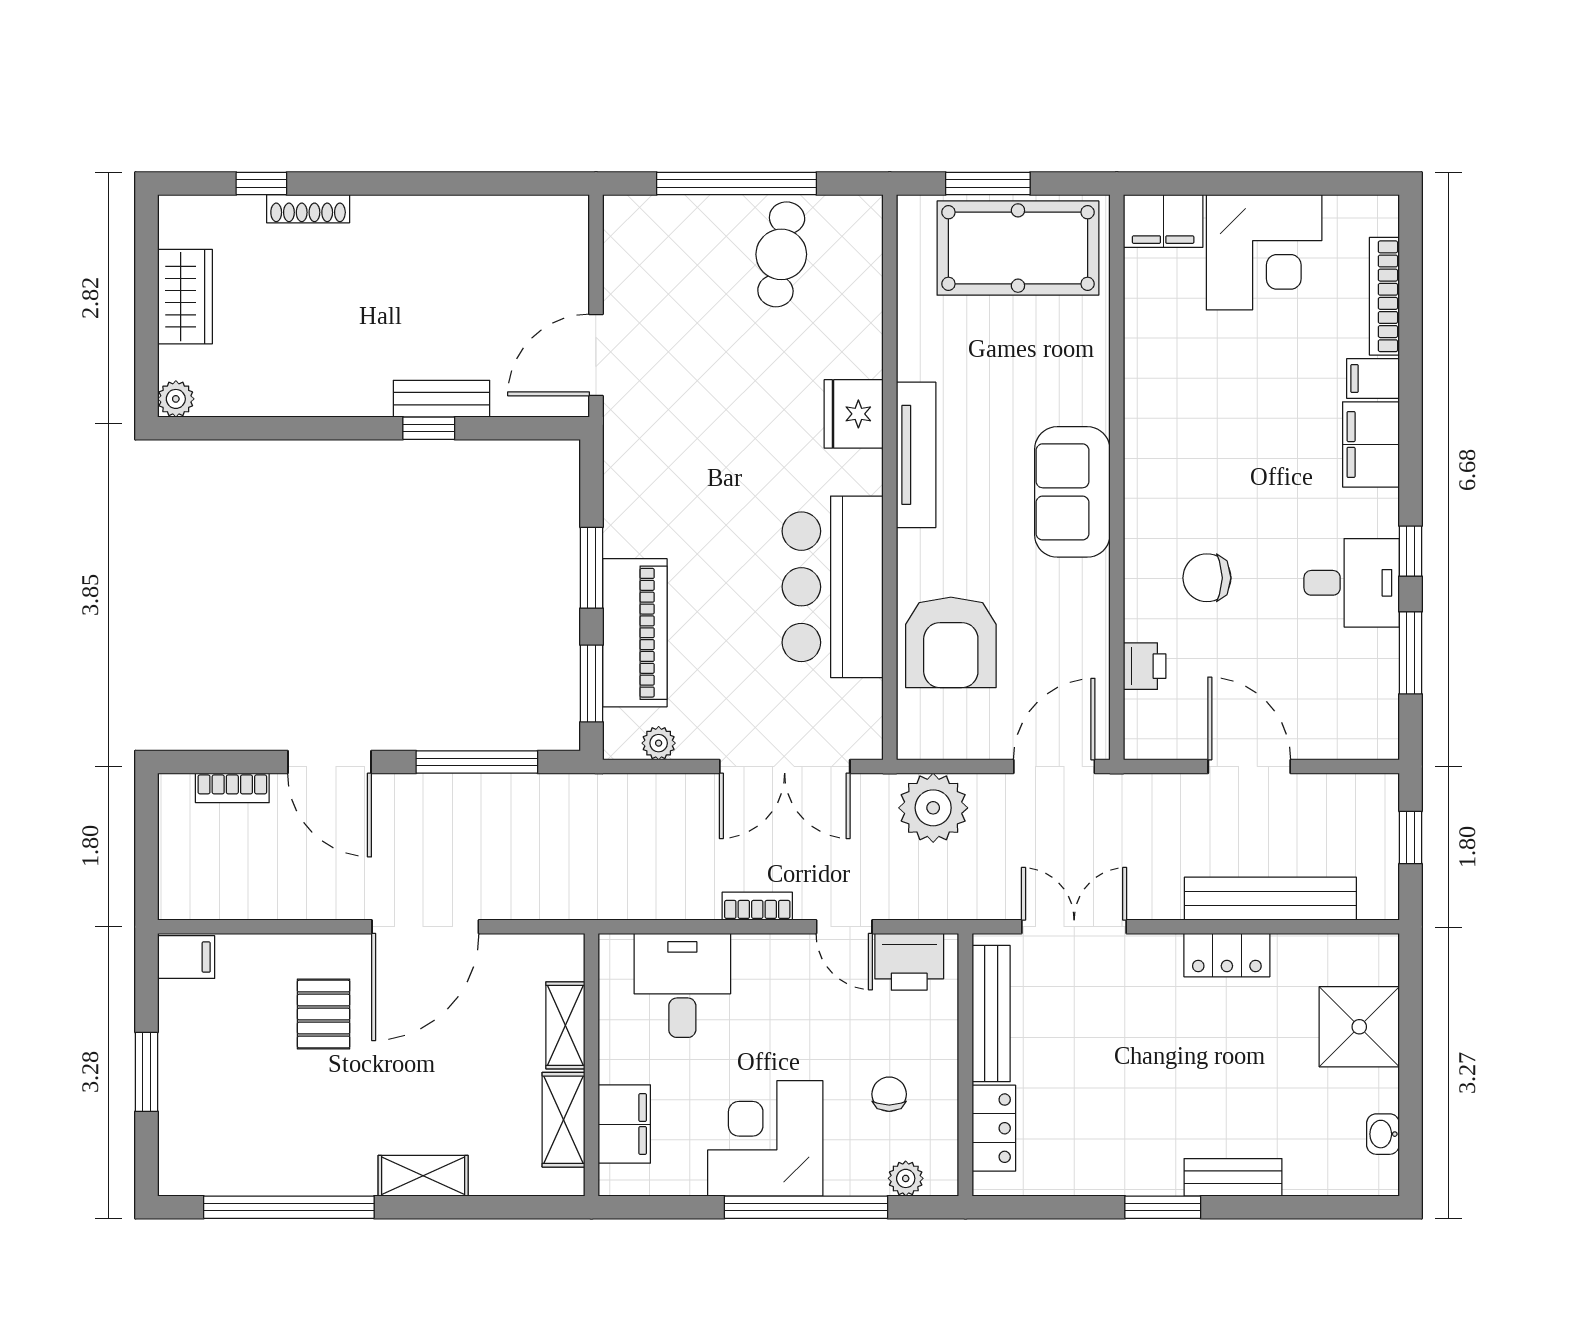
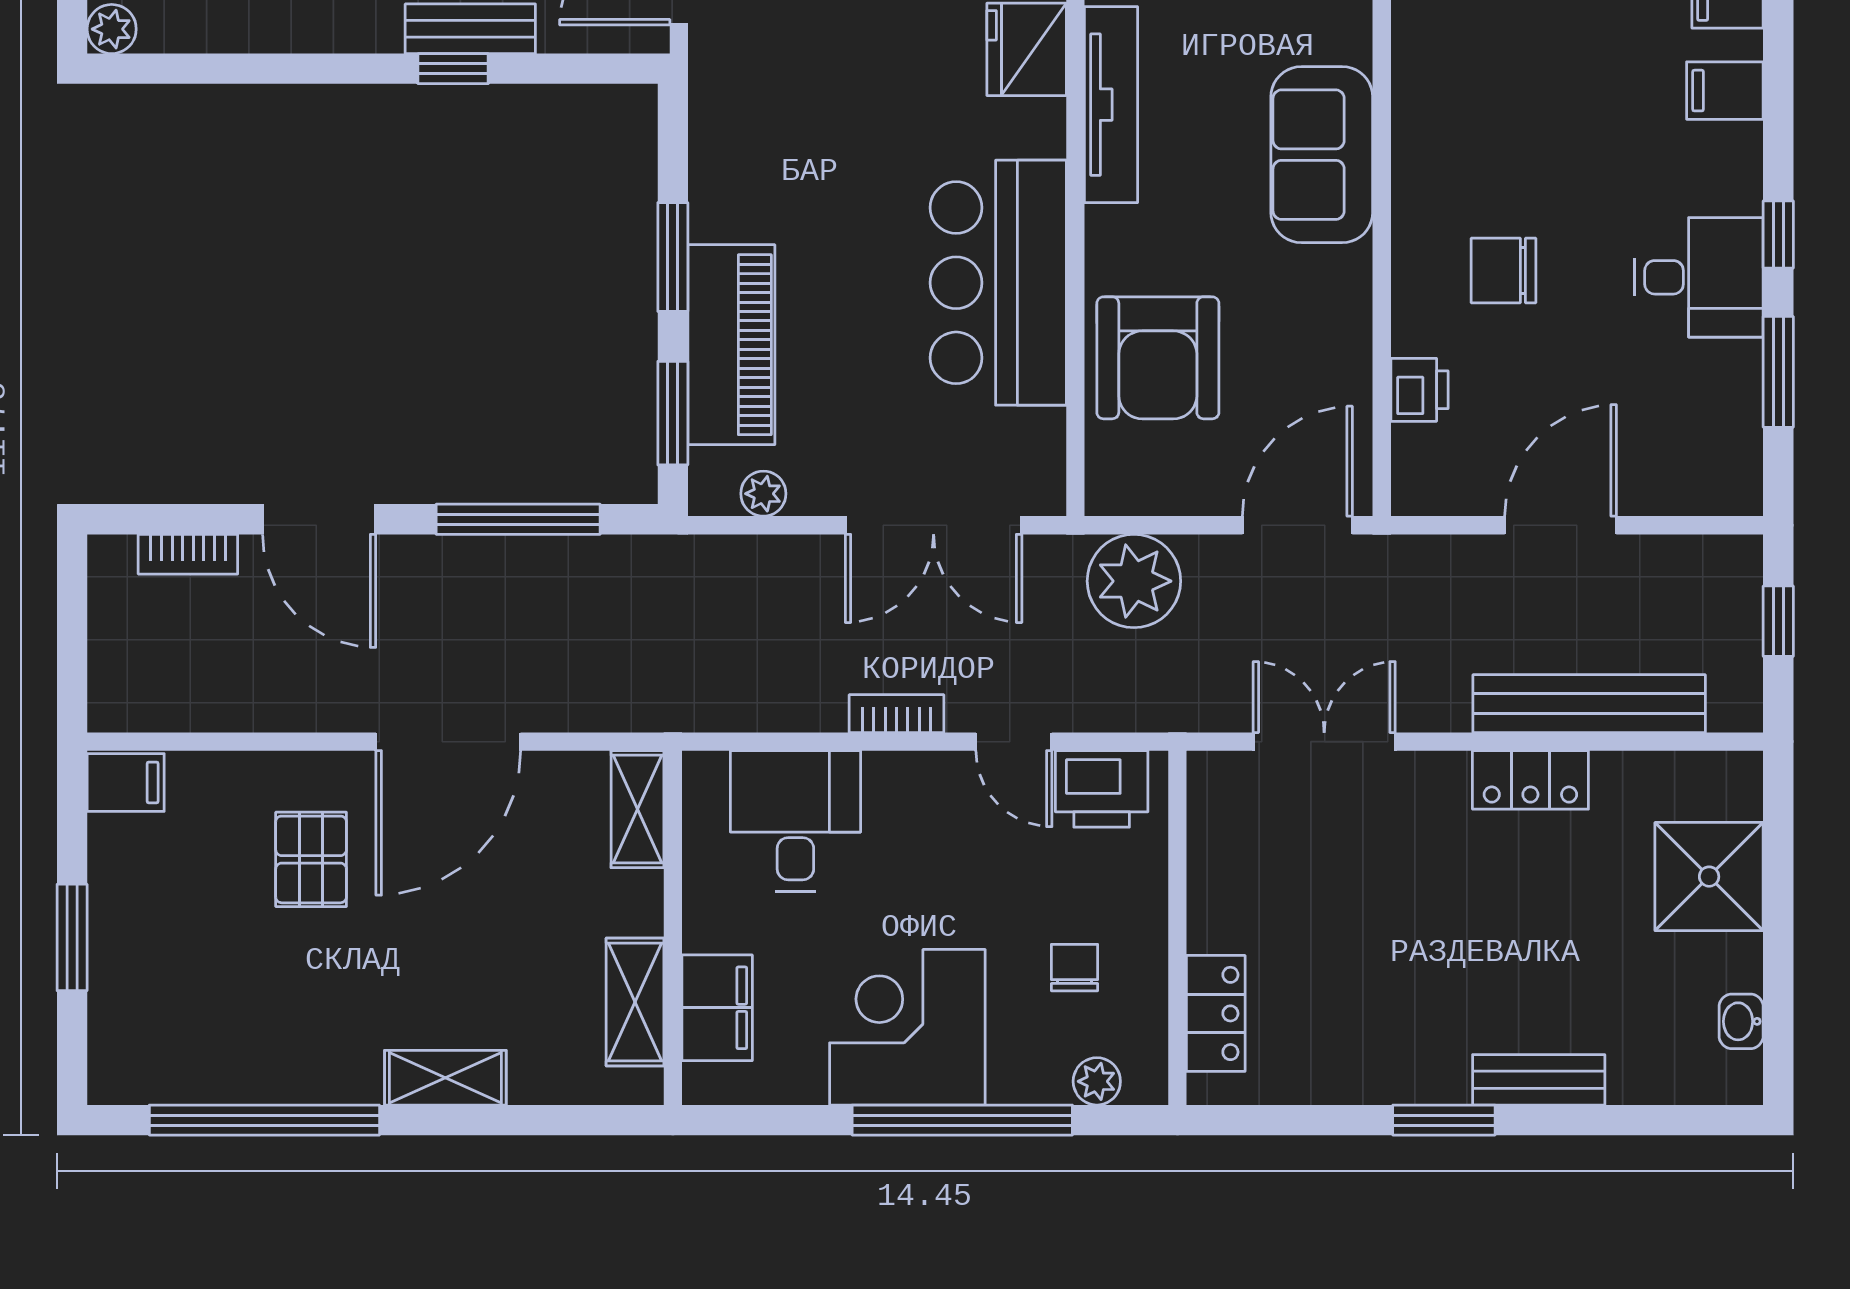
filing cabinet: (1371, 444) -> (1725, 91), width x0.50
door: (1249, 767) -> (1561, 525), hinge flipped
bench: (991, 1014) -> (1212, 859), removed
shelving: (565, 1025) -> (637, 809), moved

